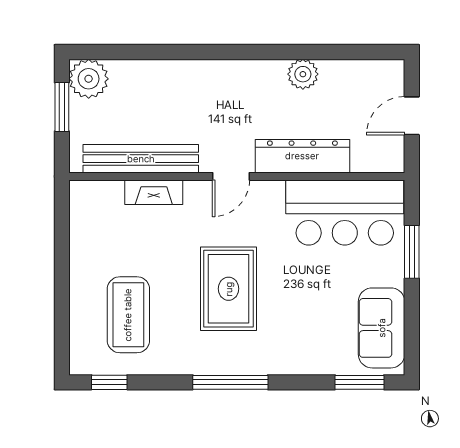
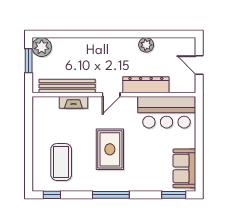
door: (412, 116) -> (199, 65), hinge flipped
window: (412, 252) -> (199, 131), removed

